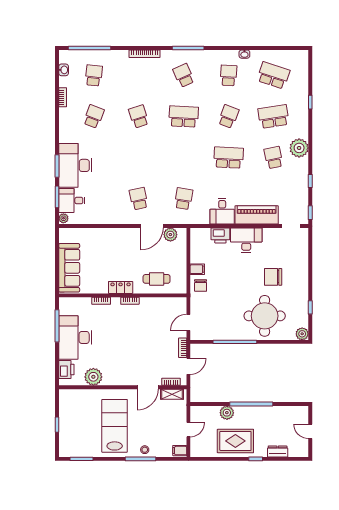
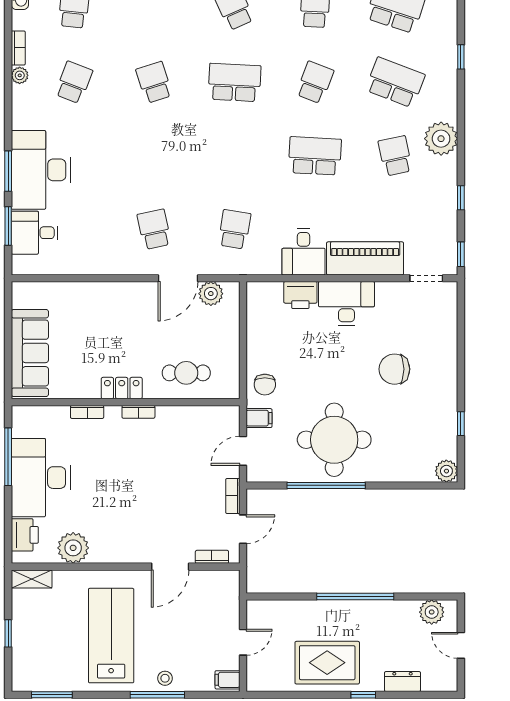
school desk: (273, 116) -> (395, 82), turned 30
plant: (63, 218) -> (20, 75), moved
filing cabinet: (197, 269) -> (259, 418), moved
round table: (265, 316) -> (334, 440), moved
shelving: (172, 394) -> (32, 579), moved
plant: (227, 413) -> (432, 612), moved

